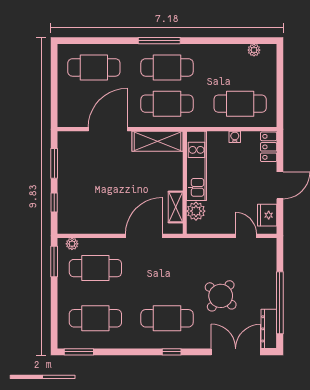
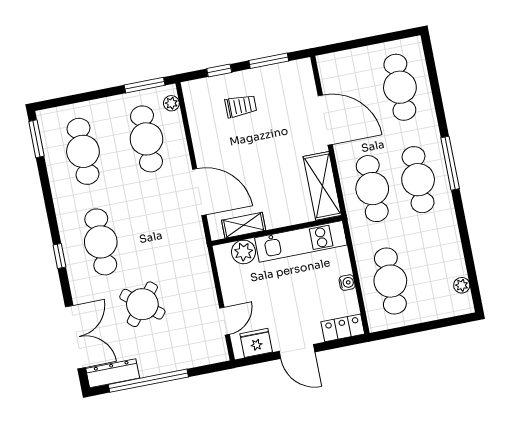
trolley: (85, 191) -> (241, 106), added

